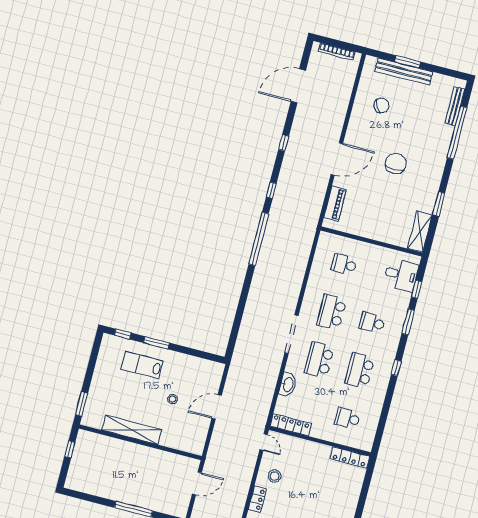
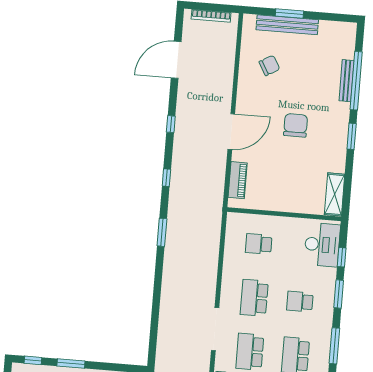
bench: (455, 106) -> (347, 81), moved
window: (439, 204) -> (352, 136), moved
window: (259, 239) -> (162, 232), width x0.47
desk: (401, 275) -> (322, 245), width x1.37
window: (396, 368) -> (334, 346), width x2.17

